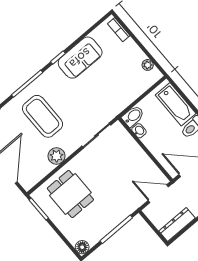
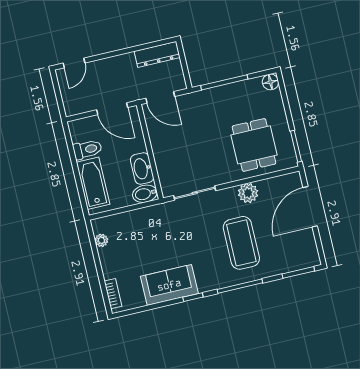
washbasin: (139, 131) -> (142, 168), width x1.91, depth x1.45

